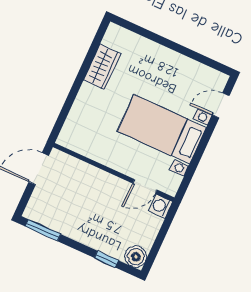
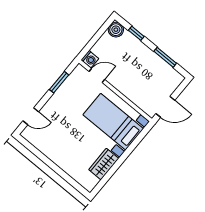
bed with nightstands: (162, 129) -> (113, 122), moved, turned 180
window: (194, 163) -> (59, 82), added
window: (43, 230) -> (165, 57), moved

